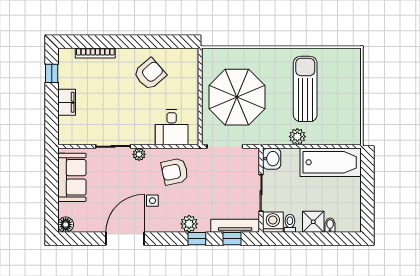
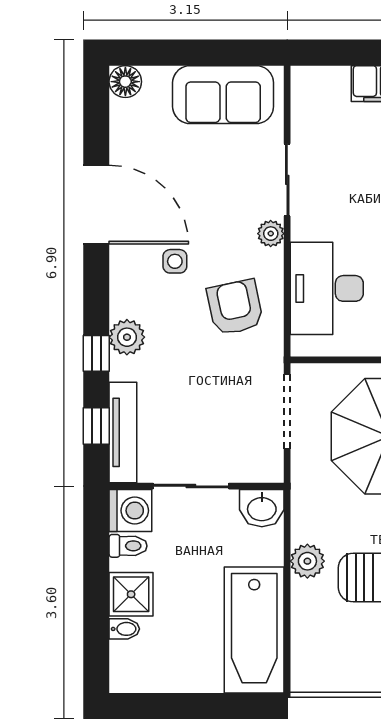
desk: (172, 127) -> (327, 288), width x1.37

